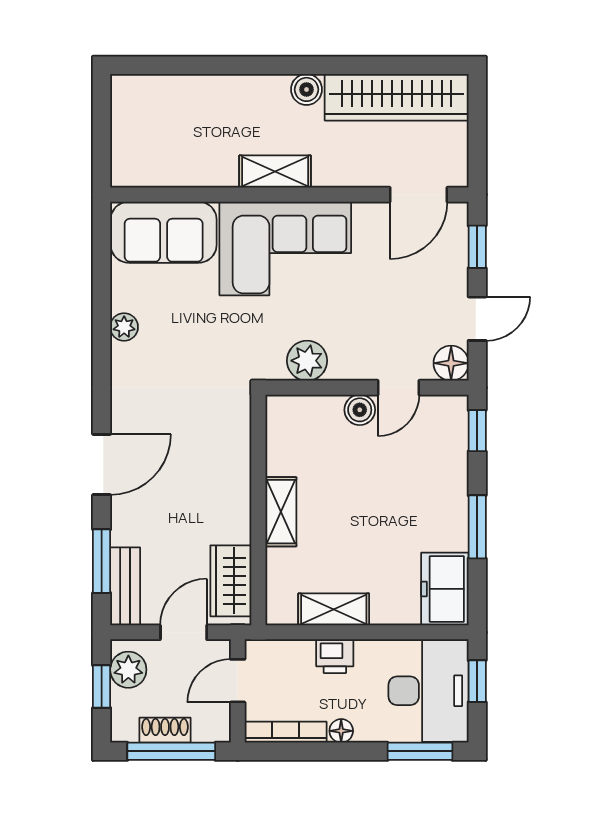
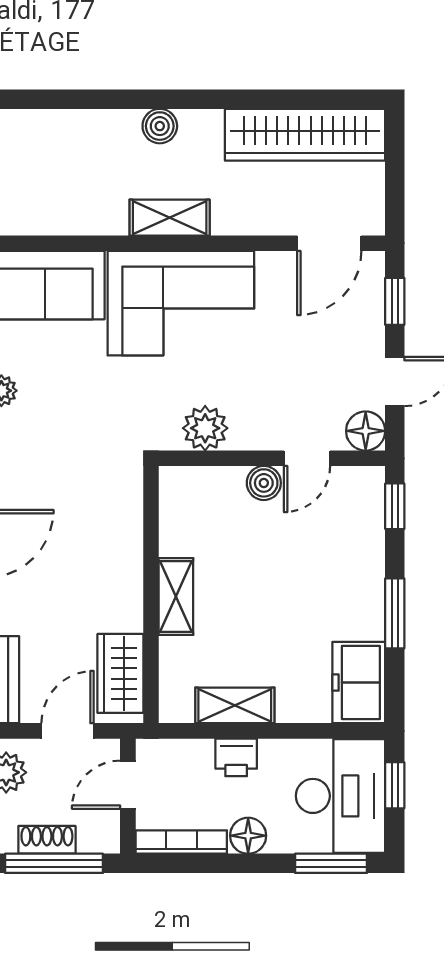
boiler: (307, 89) -> (160, 126), moved
floor lamp: (341, 731) -> (248, 836), width x1.37, depth x1.37

